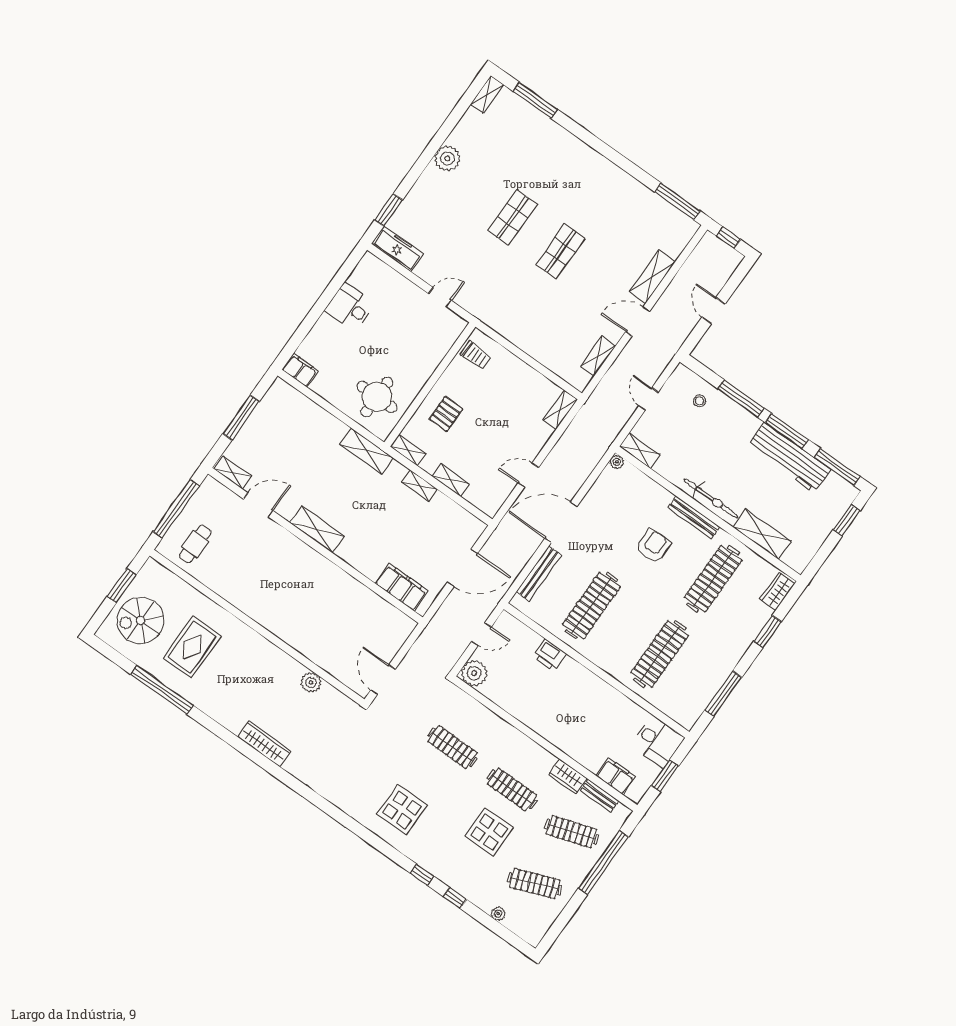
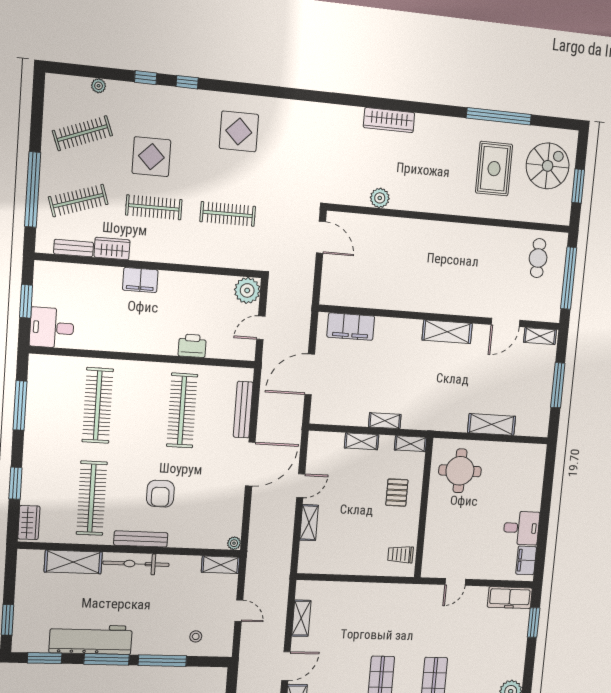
filing cabinet: (300, 370) -> (526, 560), moved, turned 90
shelving: (560, 410) -> (309, 523), moved
shelving: (366, 451) -> (492, 424), moved
window: (837, 467) -> (45, 658), width x0.69
filing cabinet: (616, 776) -> (140, 280), moved

